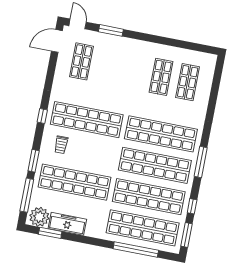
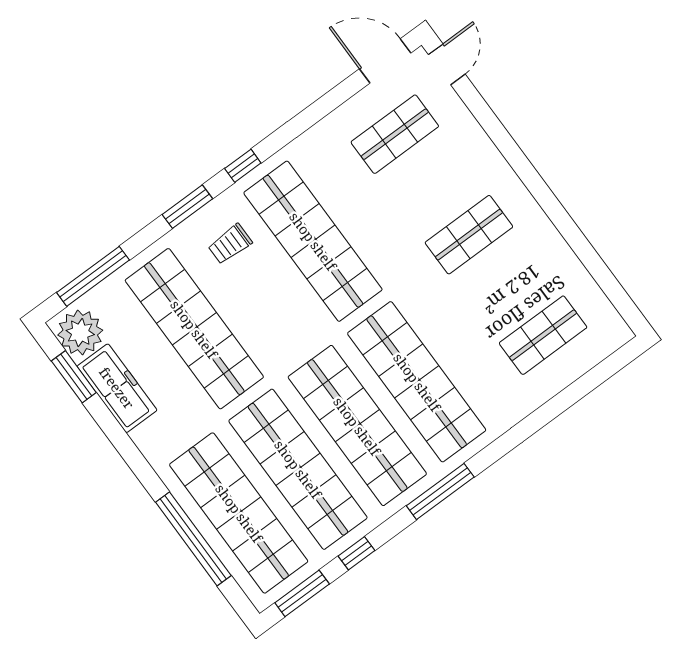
window: (111, 30) -> (493, 127), removed
shop shelf: (161, 77) -> (469, 235), moved
window: (34, 161) -> (187, 207), moved

